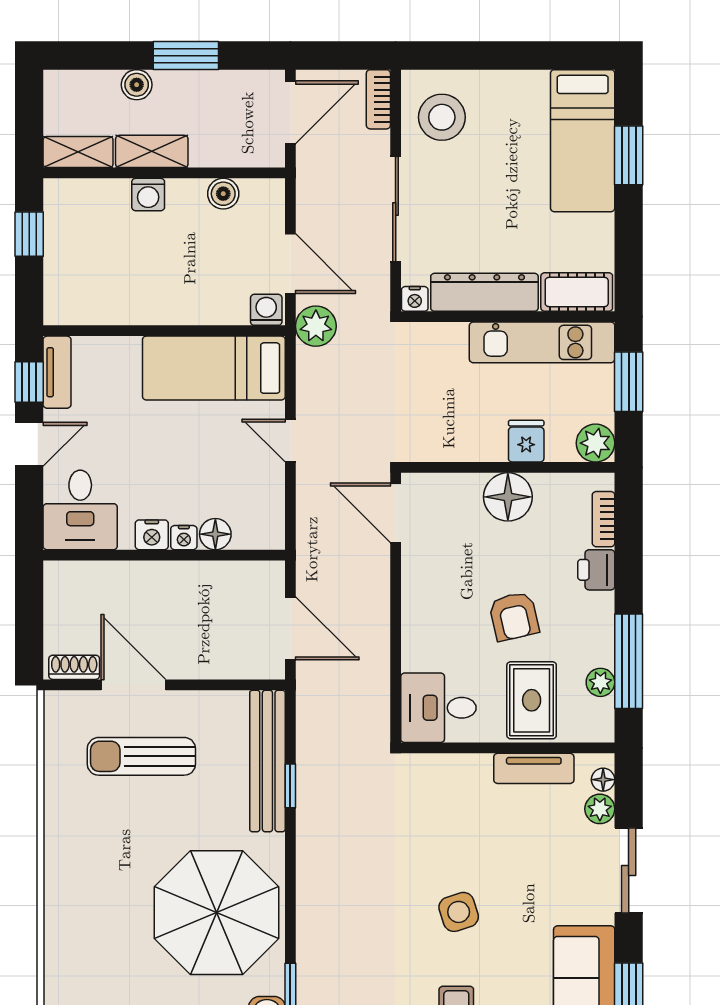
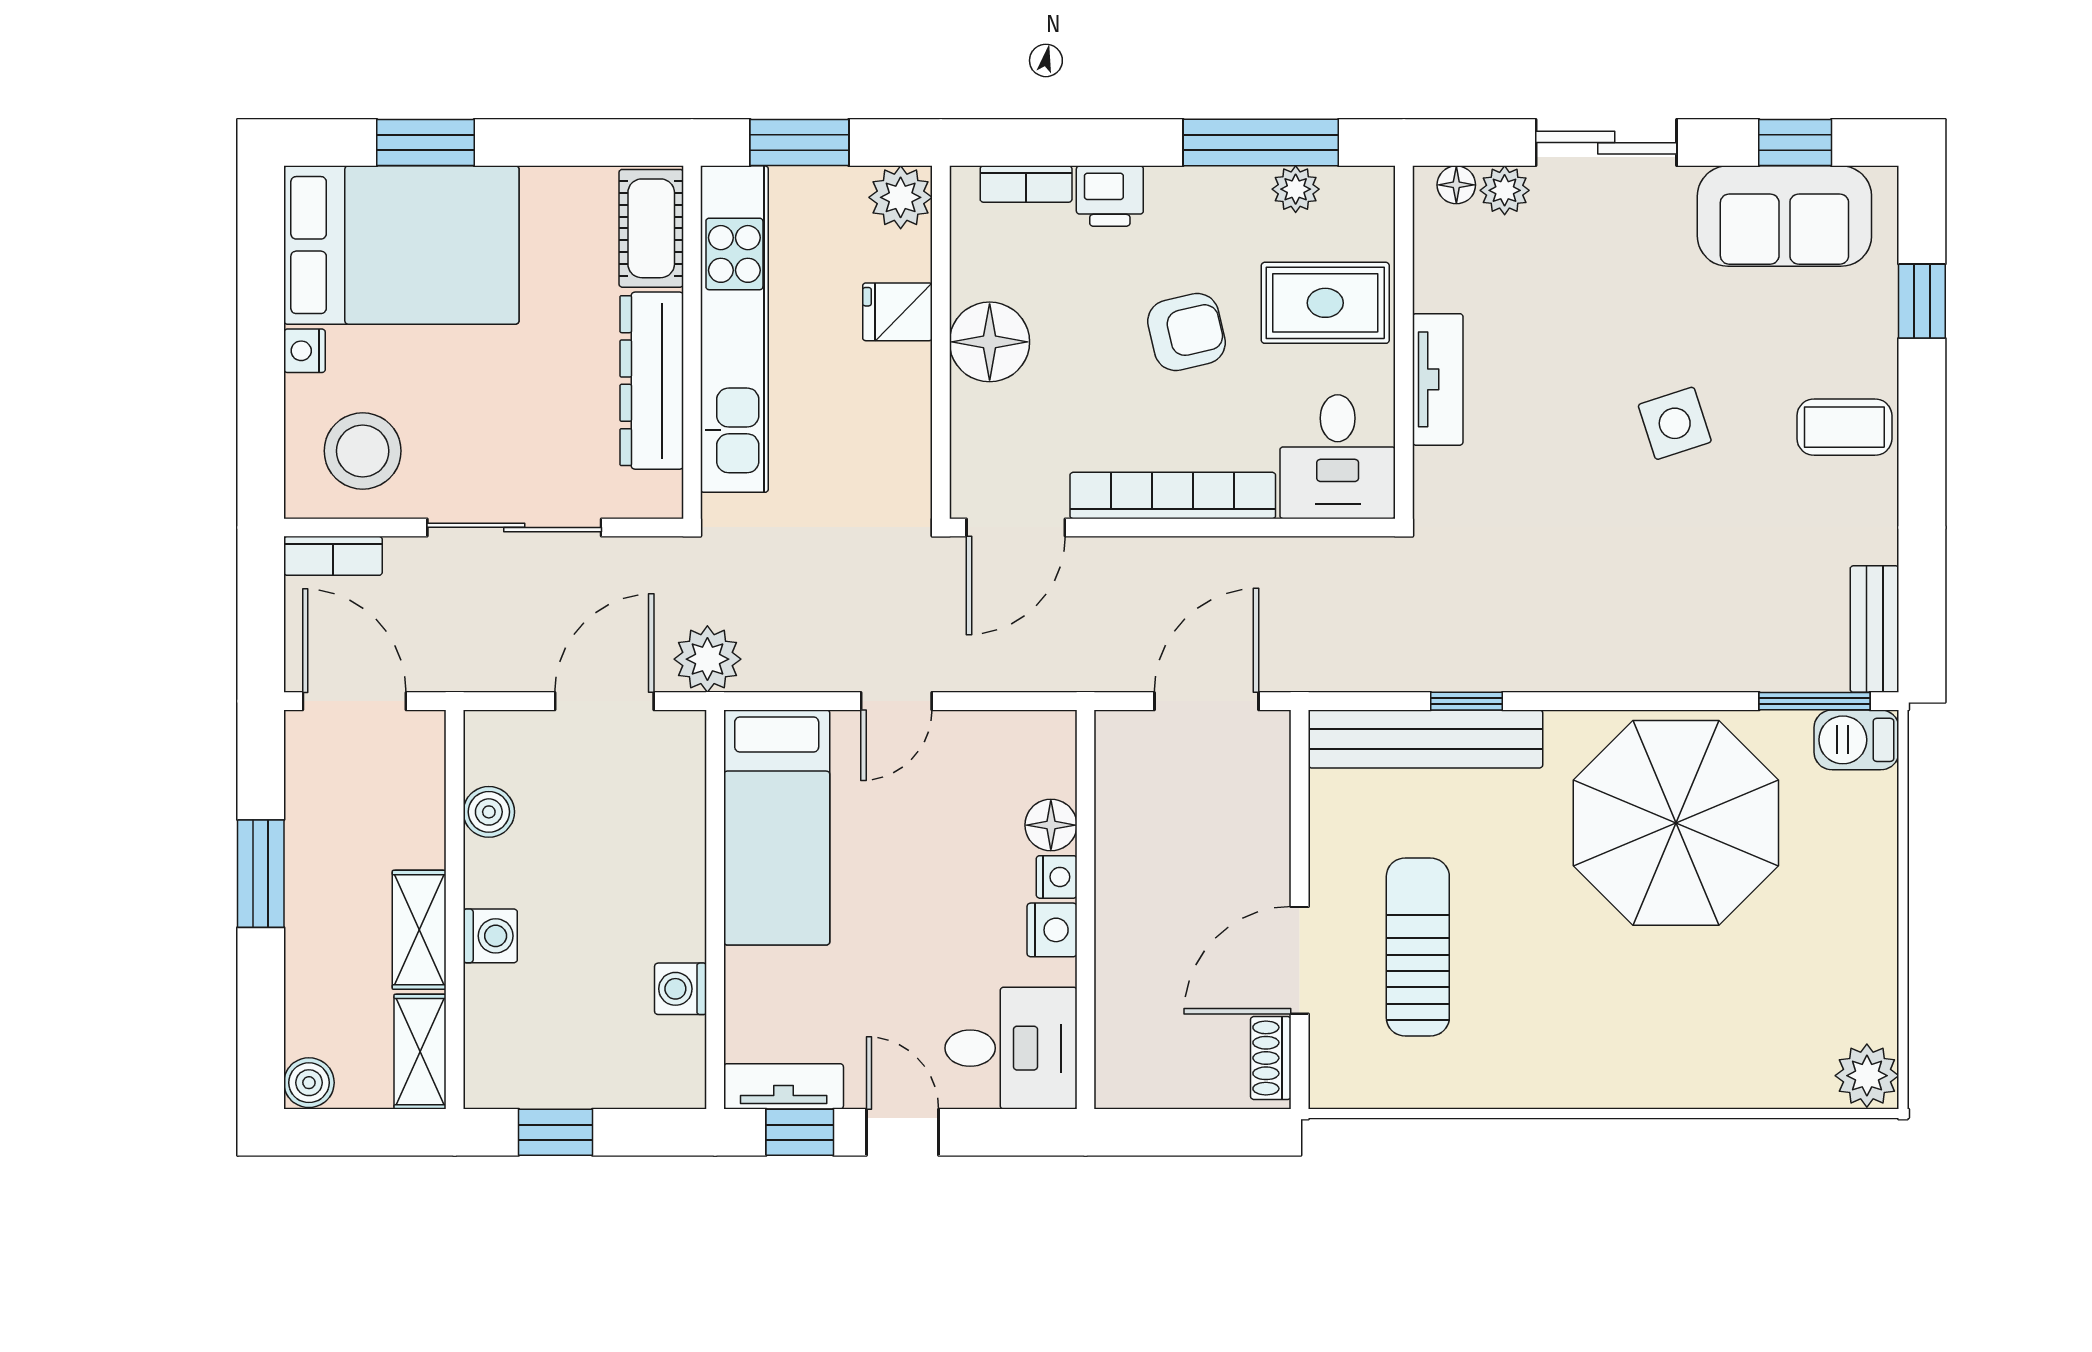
boiler: (137, 85) -> (309, 1083), moved
bed: (583, 141) -> (401, 245), width x1.50
nightstand: (415, 299) -> (305, 351), moved, turned 180
washing machine: (266, 310) -> (681, 989), moved
kitchen unit: (542, 342) -> (734, 329), width x1.36
bookcase: (415, 608) -> (1173, 495), added
sun lounger: (141, 756) -> (1418, 947), turned 180
tv unit: (534, 768) -> (1438, 379), moved

